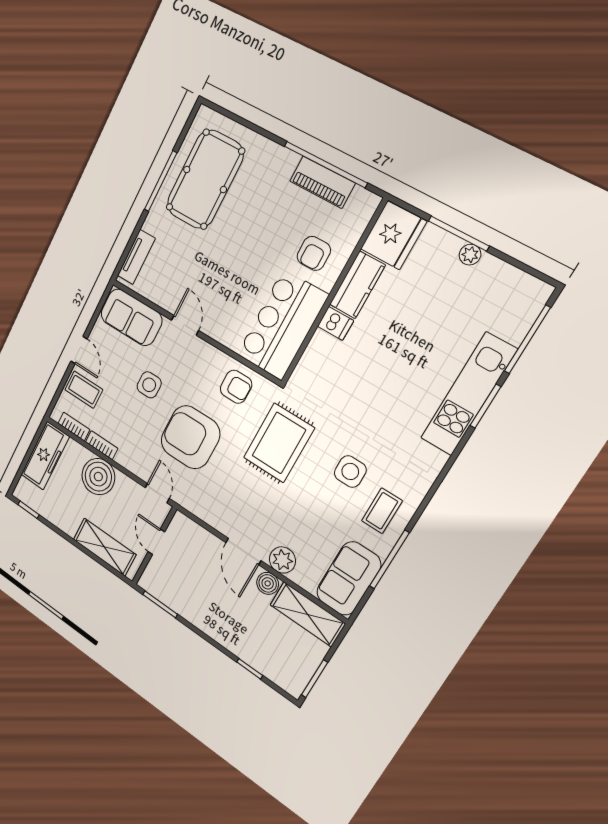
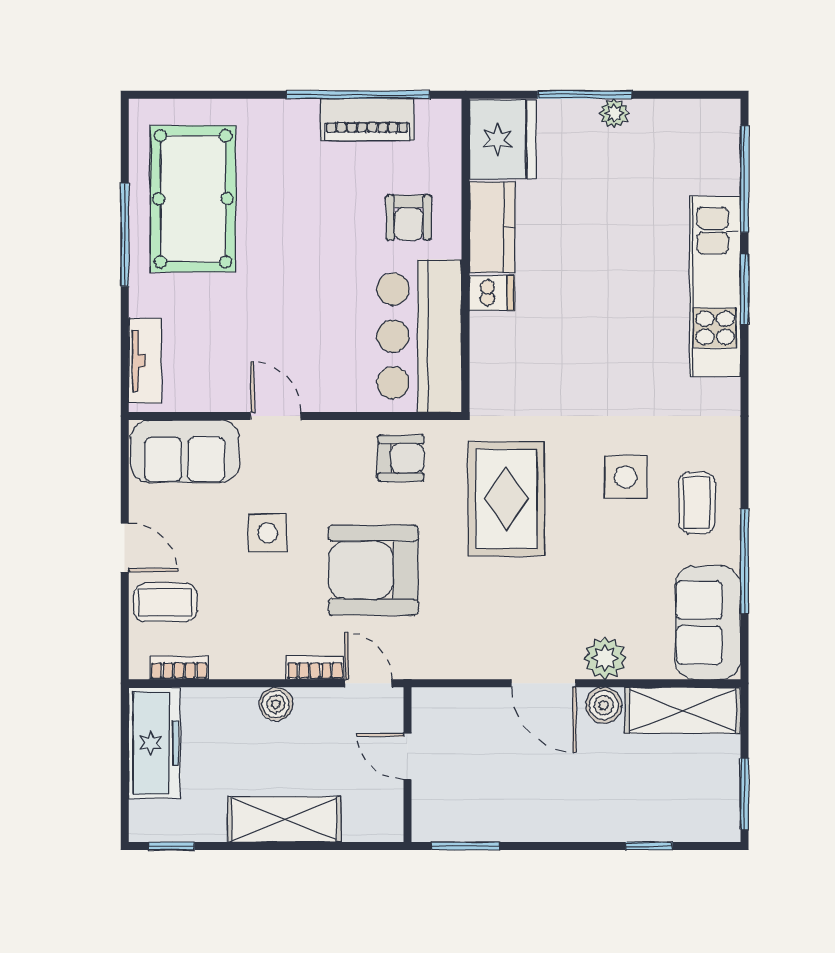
bookcase: (102, 445) -> (315, 668), moved
boiler: (98, 477) -> (276, 704), width x0.54, depth x0.54
shelving: (104, 547) -> (284, 819), moved

